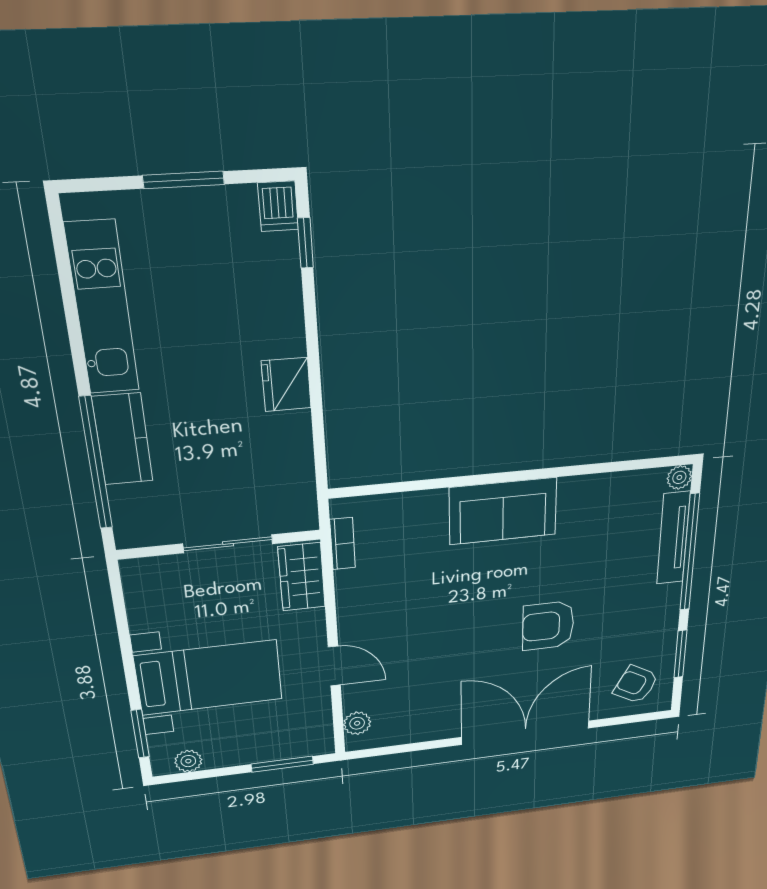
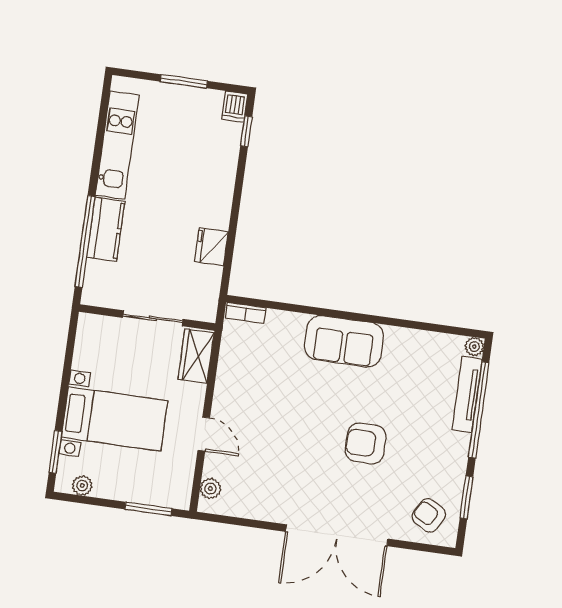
fridge: (286, 384) -> (211, 247), moved
bookcase: (343, 544) -> (246, 313), moved, turned 90
double door: (526, 733) -> (337, 535), swing flipped

